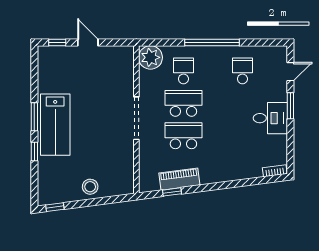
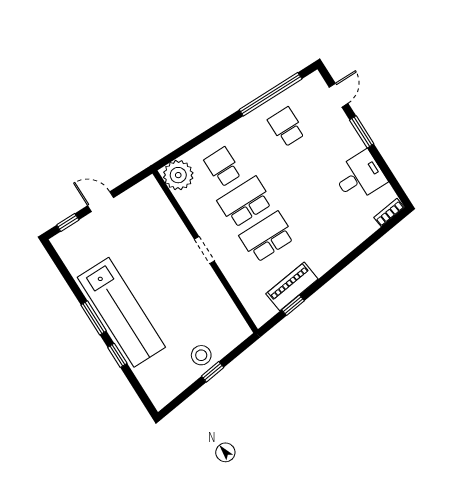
window: (212, 43) -> (271, 94), moved
doorway: (136, 118) -> (204, 250), width x0.53
desk: (270, 118) -> (360, 177), moved
lab bench: (55, 125) -> (121, 312), width x1.36
window: (55, 207) -> (213, 372), moved

